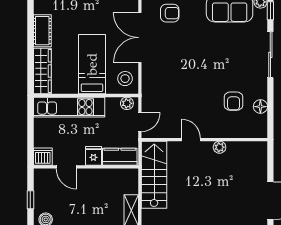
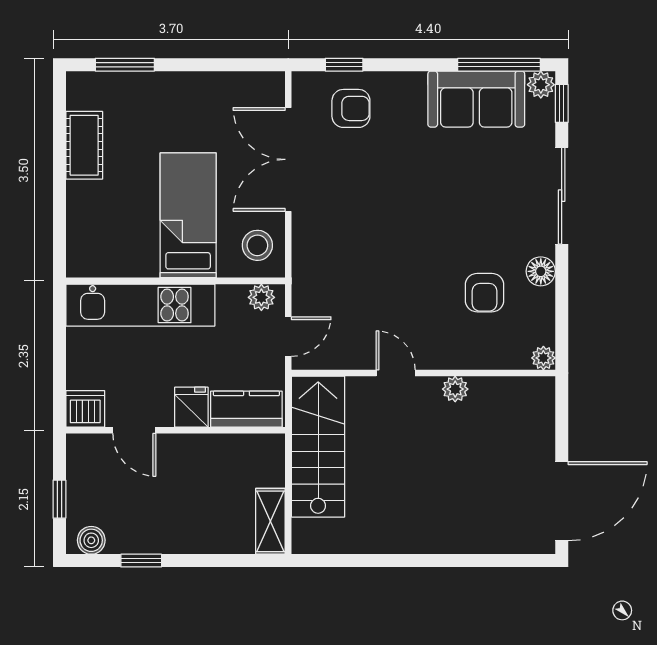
wardrobe: (42, 71) -> (84, 230), removed
floor lamp: (260, 107) -> (541, 271), moved
plant: (262, 132) -> (543, 358), added

